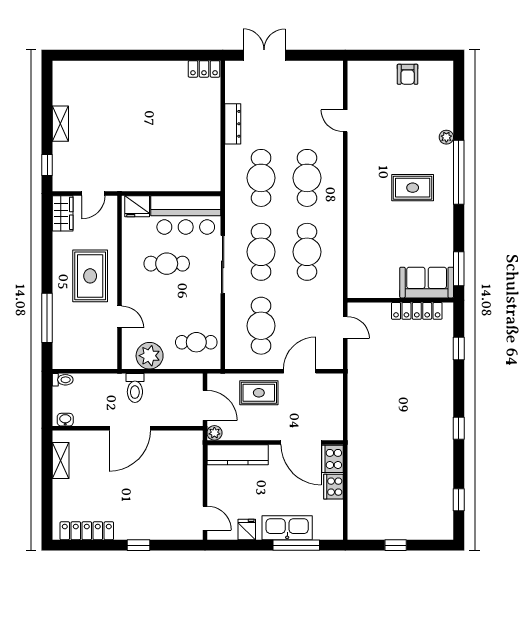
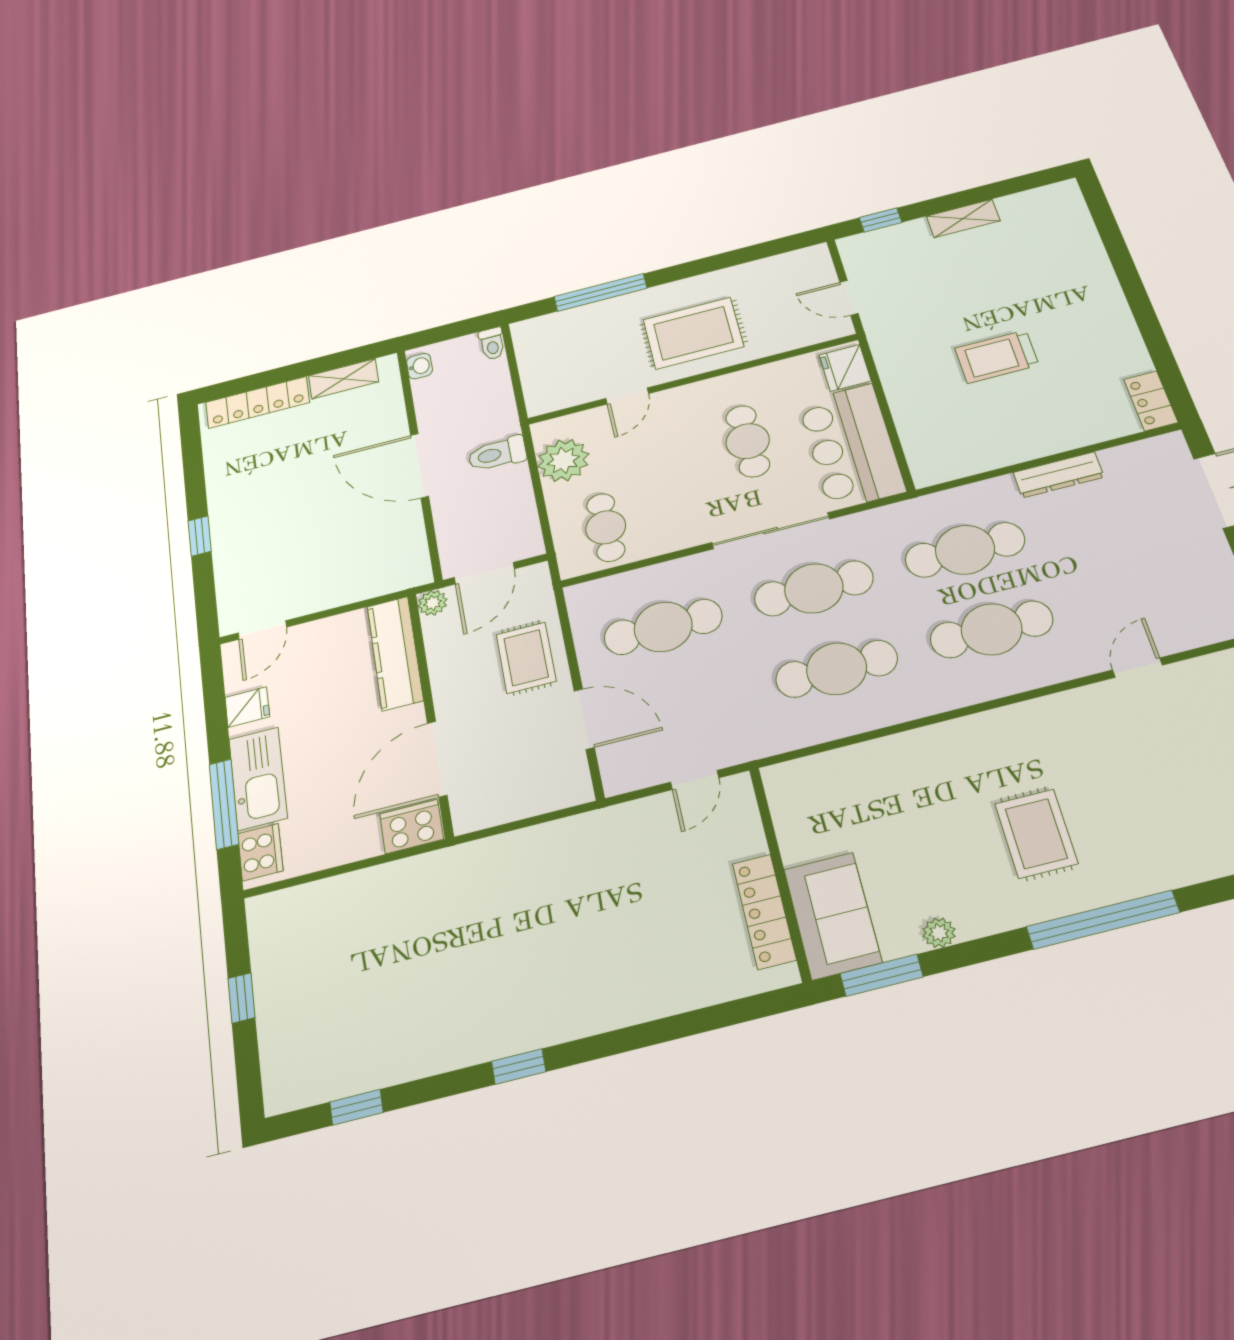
trolley: (154, 132) -> (997, 357), added
plant: (446, 137) -> (939, 933), moved
wardrobe: (63, 213) -> (798, 264), removed
window: (459, 349) -> (700, 1021), removed
cooker: (334, 487) -> (260, 852), moved, turned 90
locker: (87, 531) -> (258, 402), moved, turned 90

